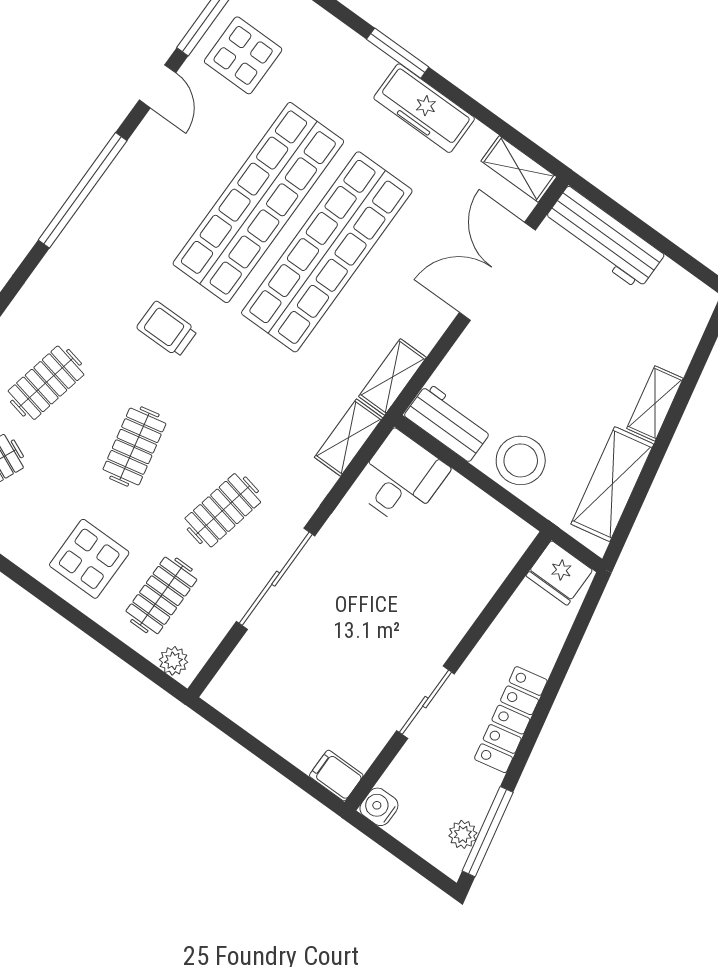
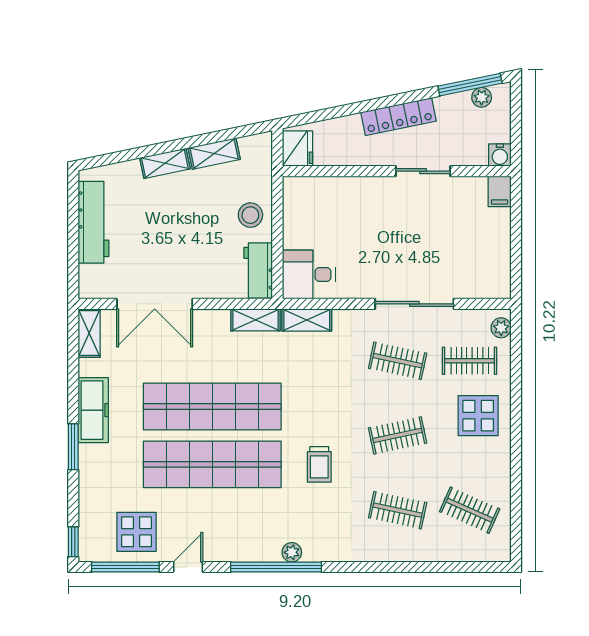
plant: (86, 222) -> (292, 552), added
workbench: (604, 238) -> (94, 222), moved
stool: (521, 460) -> (250, 215), width x0.73, depth x0.73
shelving: (612, 484) -> (214, 154), width x0.67, depth x0.75

